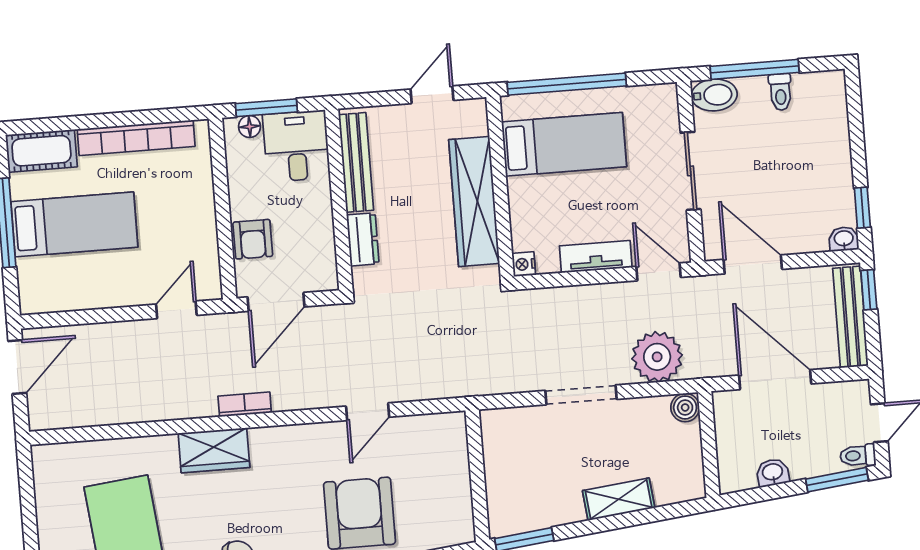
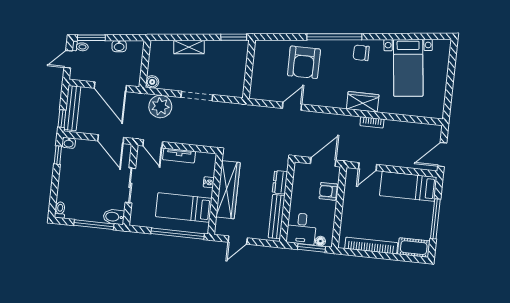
toilet: (780, 92) -> (60, 210), moved
bed: (74, 224) -> (408, 186), moved
armchair: (253, 239) -> (328, 191), turned -90
nightstand: (524, 264) -> (209, 182), moved
bookcase: (245, 404) -> (372, 122), moved

